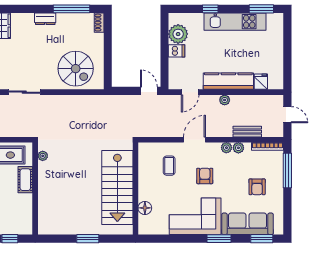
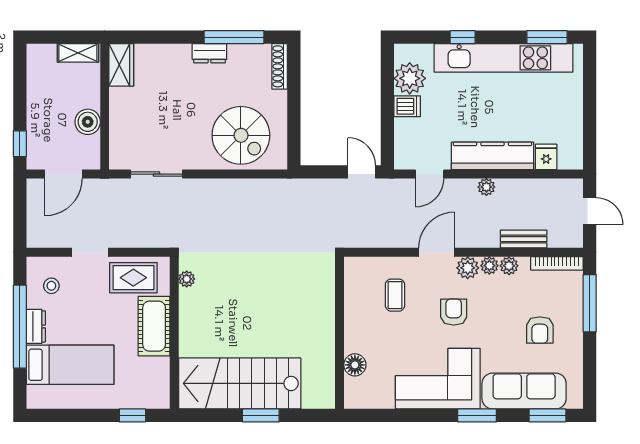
dresser: (45, 19) -> (209, 53), moved
kitchen unit: (235, 22) -> (503, 58), width x1.36
shoe rack: (99, 23) -> (280, 66), width x1.43
plant: (213, 149) -> (468, 268), added
cot: (25, 180) -> (154, 326), width x1.37, depth x1.34
stairs: (117, 188) -> (240, 383), moved, turned 90

